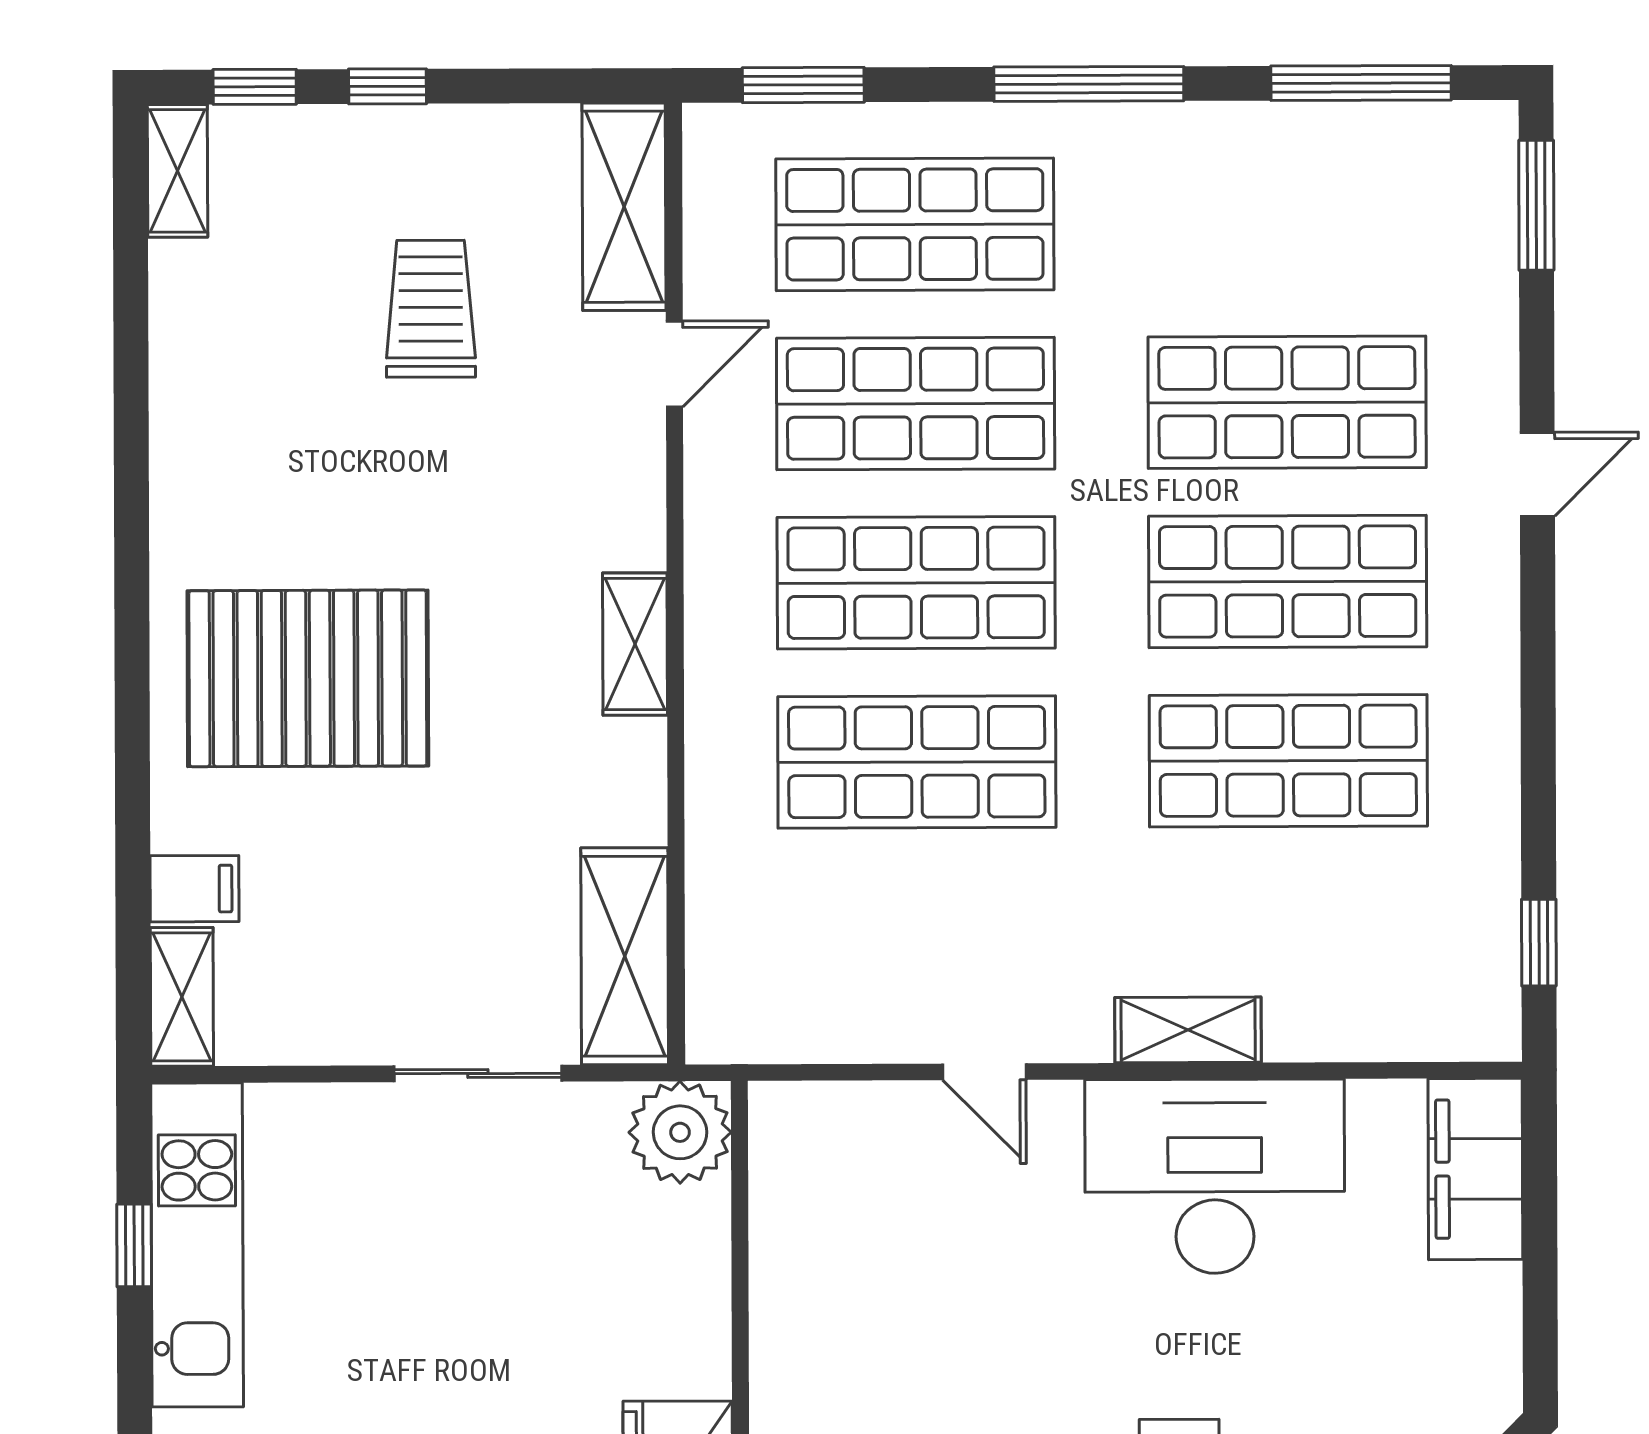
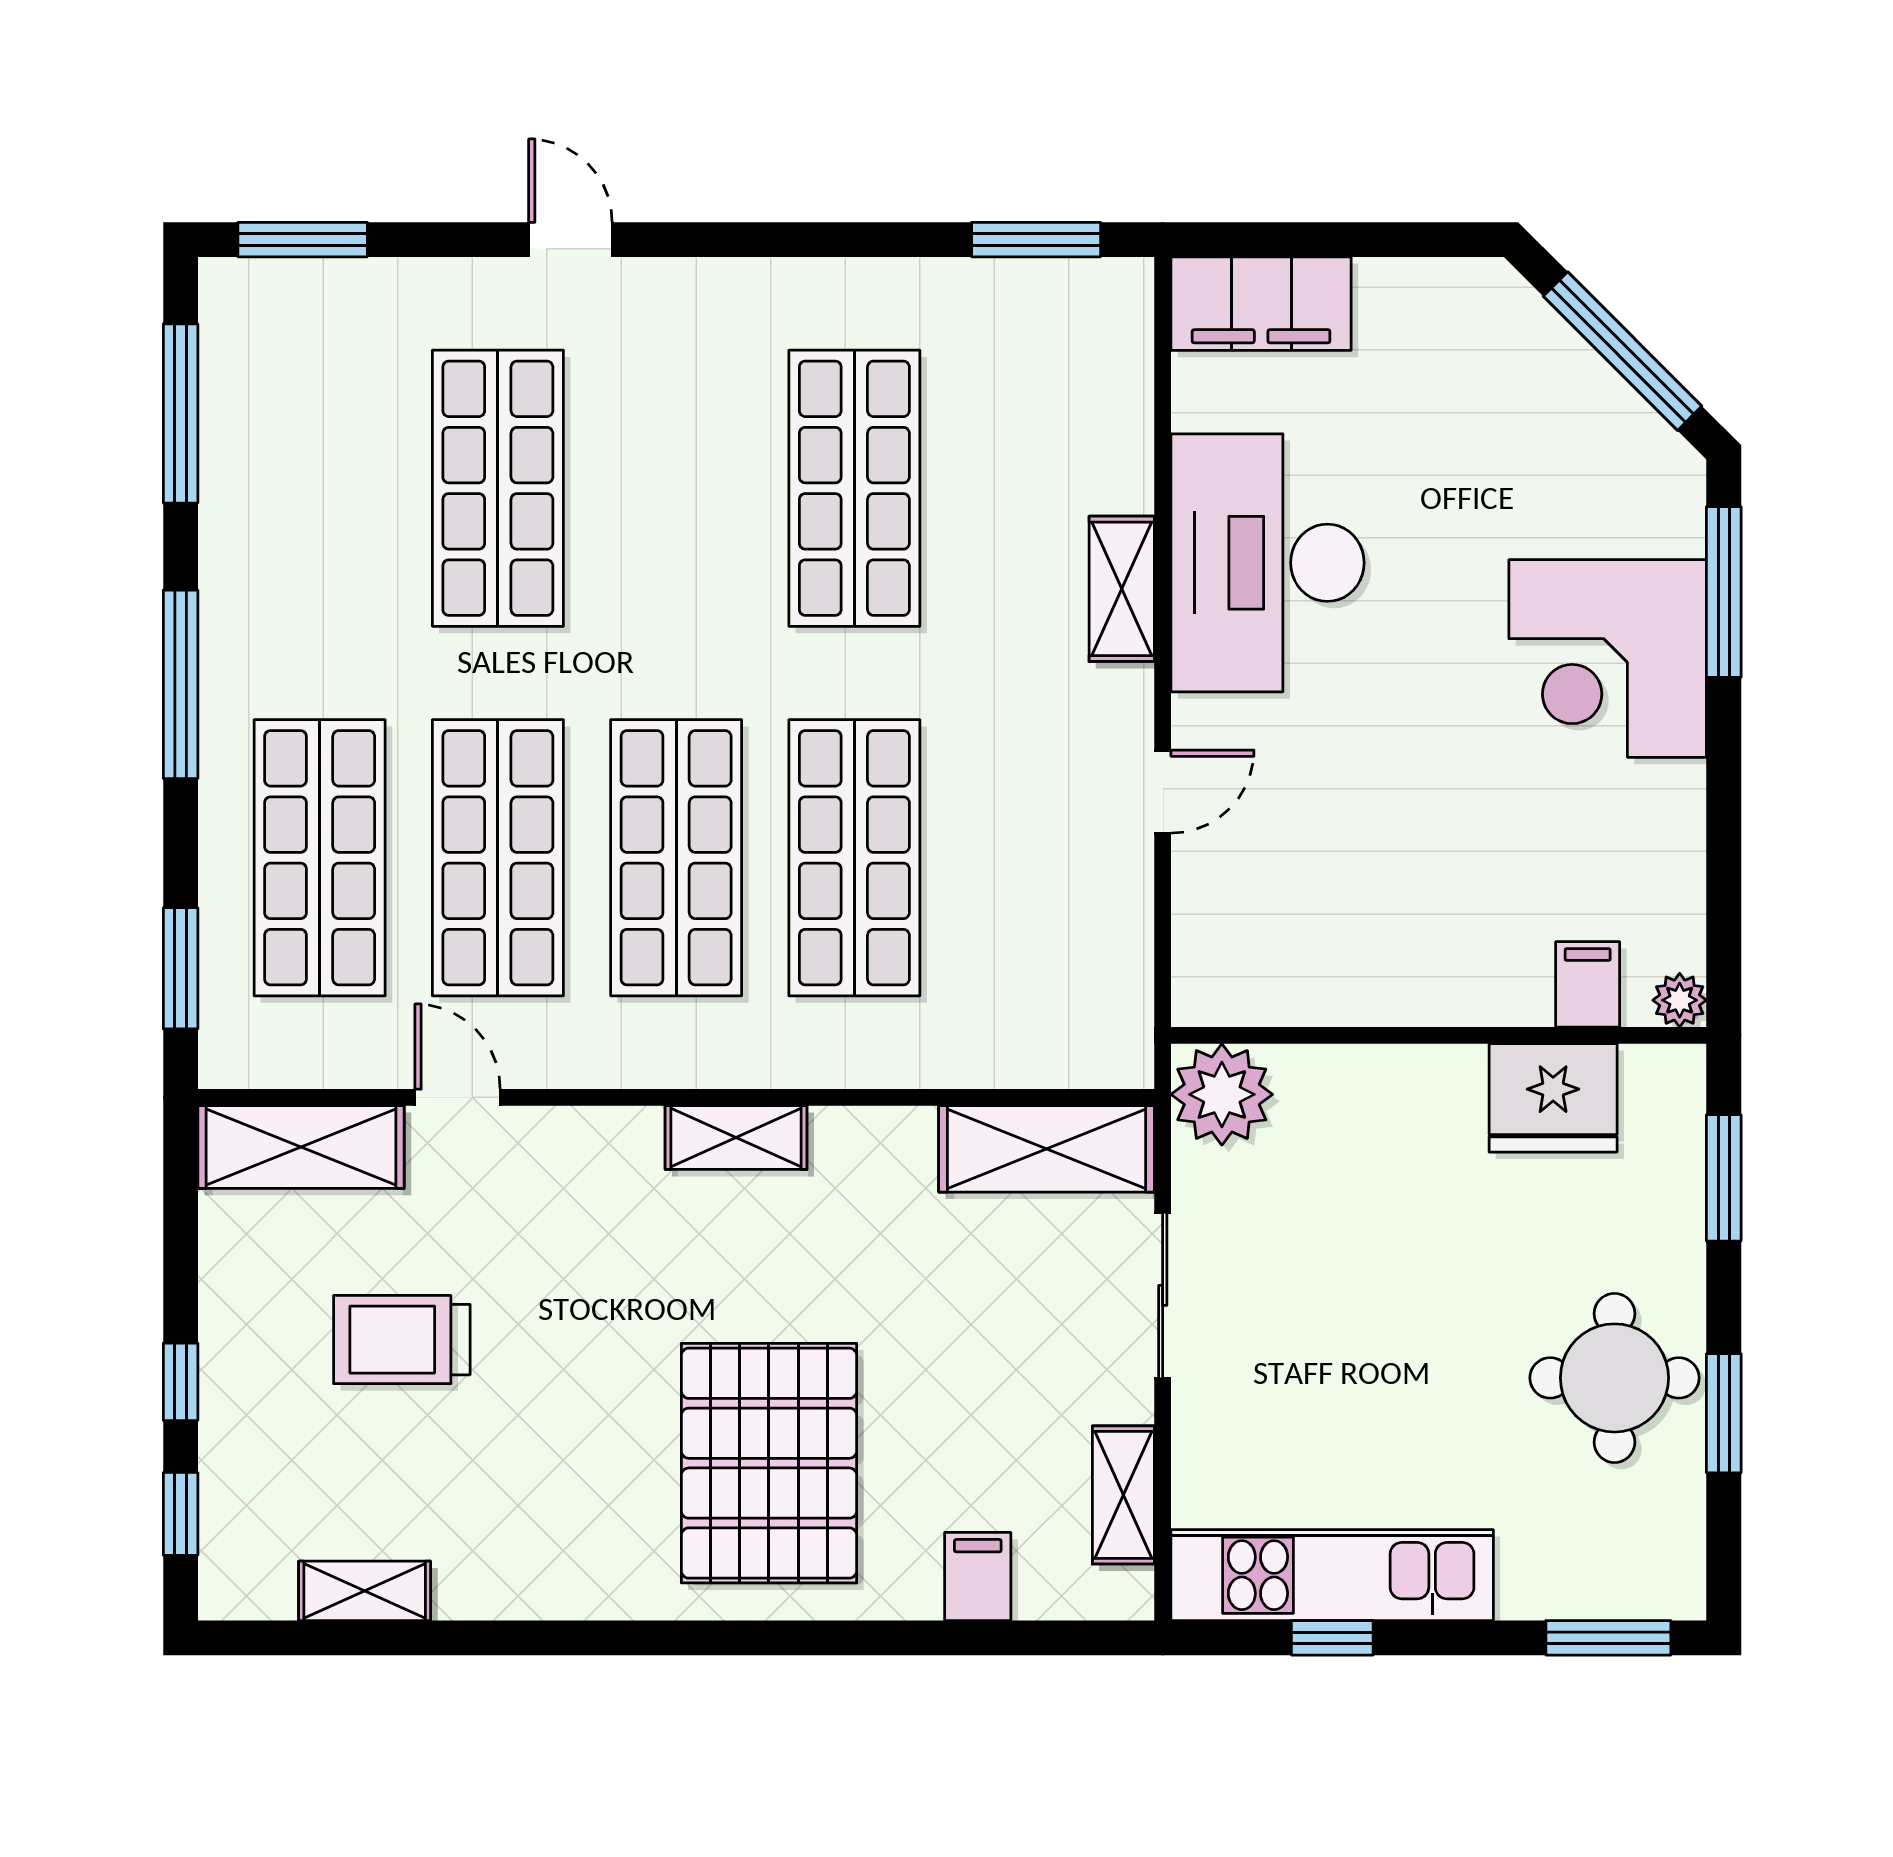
shelving: (178, 171) -> (365, 1591), moved
shop shelf: (1288, 581) -> (676, 488), removed
window: (1539, 943) -> (1036, 240), width x1.50
shelving: (182, 997) -> (1123, 1495), moved, turned 90

